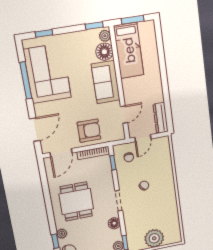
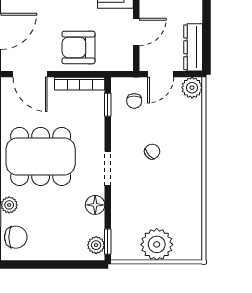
armchair: (89, 131) -> (78, 47), turned 180
plant: (163, 143) -> (192, 88), added
door: (61, 153) -> (30, 74), hinge flipped
dining table: (76, 201) -> (41, 156), width x1.37

